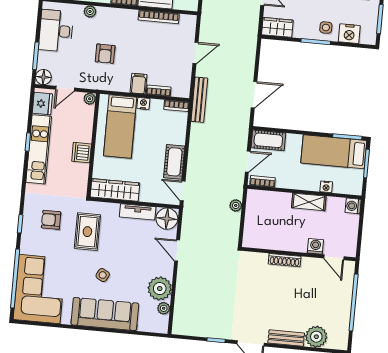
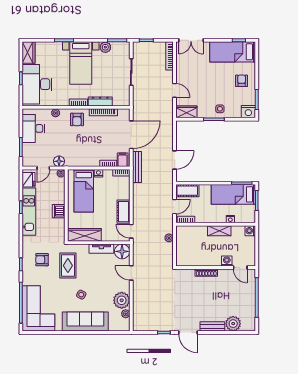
nightstand: (349, 34) -> (248, 112), moved
door: (195, 53) -> (131, 135), width x1.88
armchair: (105, 54) -> (77, 119), moved
floor lamp: (43, 77) -> (59, 161), moved
filing cabinet: (139, 84) -> (123, 160), moved

